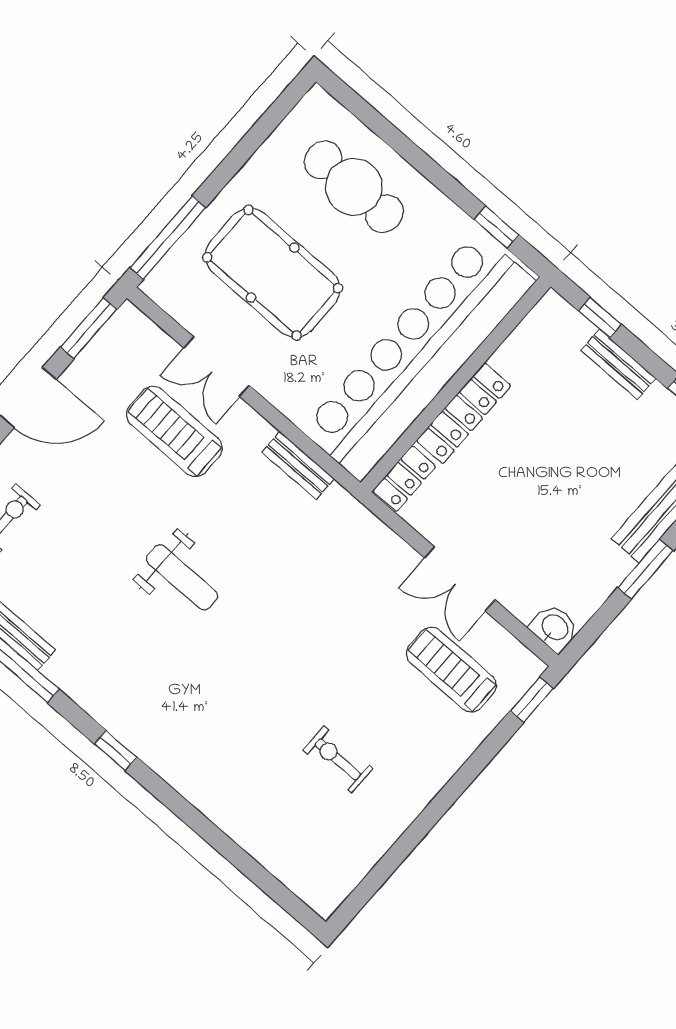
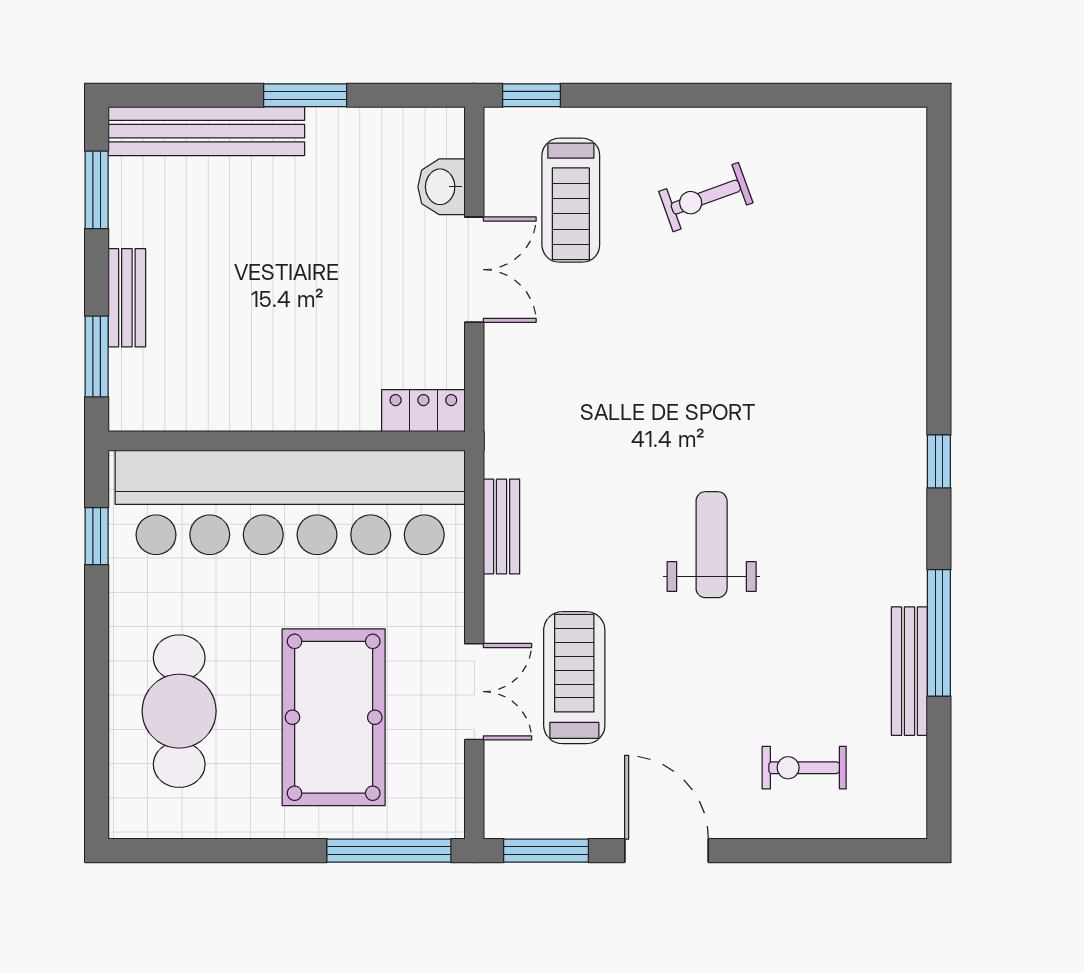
window: (600, 317) -> (97, 357), width x1.50
locker: (464, 413) -> (308, 408), removed
treadmill: (174, 431) -> (574, 678), turned 180
washbasin: (554, 628) -> (442, 187), moved
exercise bike: (338, 759) -> (706, 197), moved, turned 70

